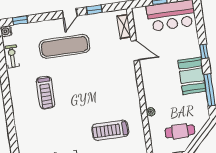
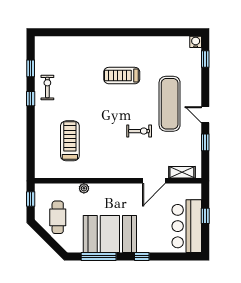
exercise bike: (12, 56) -> (139, 131), moved
booth: (192, 76) -> (110, 234), width x1.36, depth x1.42

